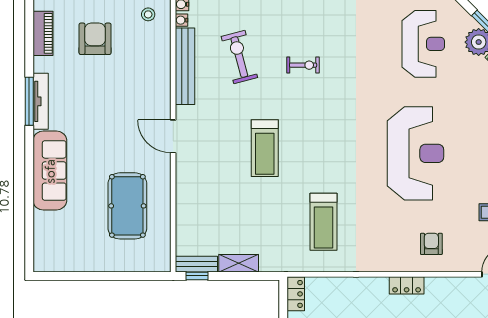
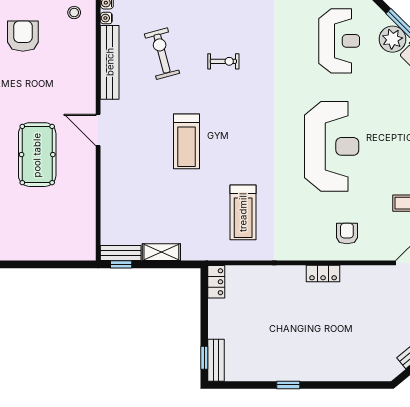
pool table: (127, 206) -> (37, 155), moved

